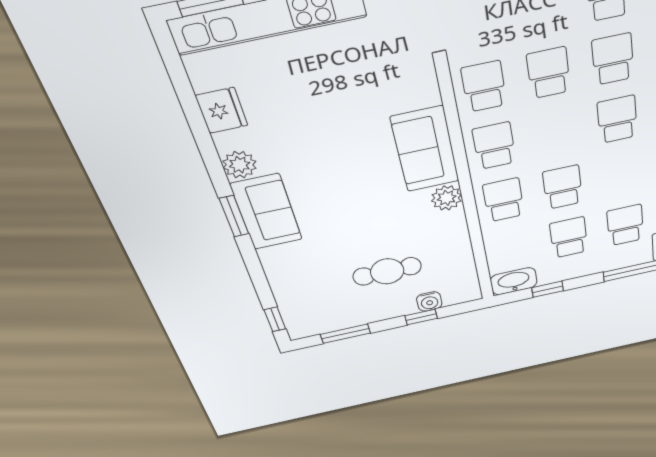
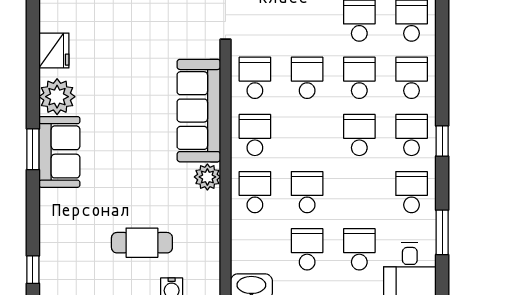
sofa: (425, 149) -> (199, 111), width x1.36
plant: (240, 165) -> (57, 97), width x1.36, depth x1.36

